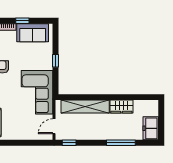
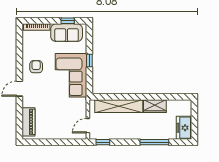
window: (22, 21) -> (68, 21), moved
corner sofa: (37, 92) -> (71, 75), moved

